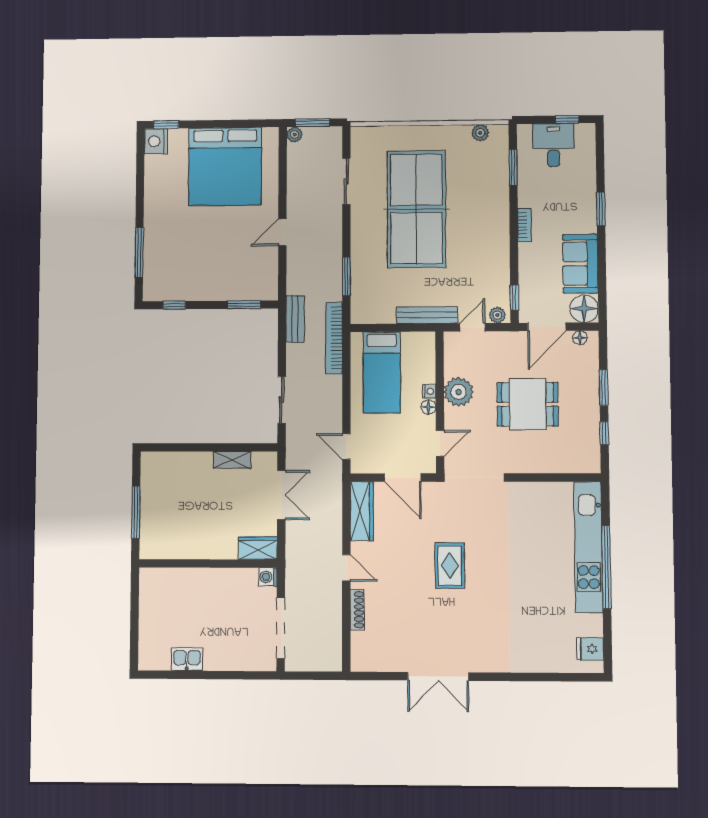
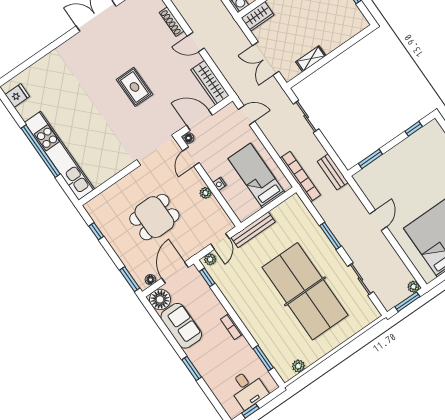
window: (346, 276) -> (330, 236), moved
window: (604, 387) -> (130, 279), moved
plant: (459, 392) -> (205, 193), width x0.53, depth x0.53
floor lamp: (428, 407) -> (188, 138), moved

